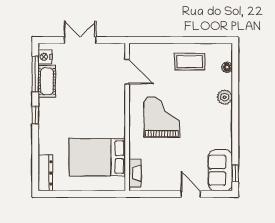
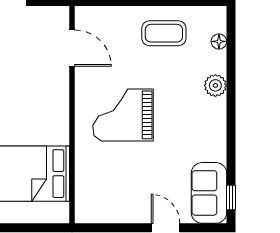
grand piano: (162, 117) -> (123, 115), turned -90
fireplace: (135, 173) -> (84, 197), removed

